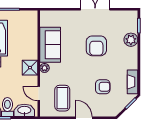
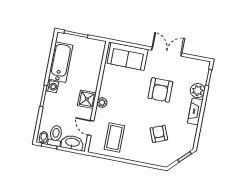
sofa: (50, 45) -> (128, 56), moved, turned 90
fireplace: (132, 82) -> (195, 112), moved
armchair: (103, 87) -> (159, 134), turned -112
door: (84, 118) -> (133, 162), removed

